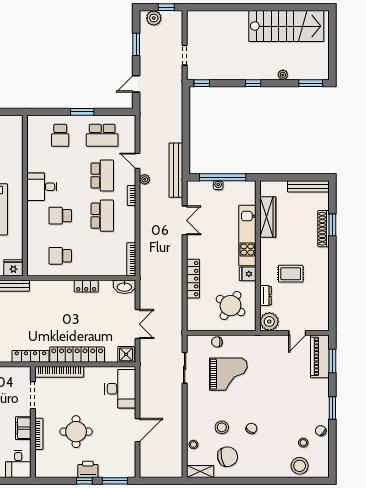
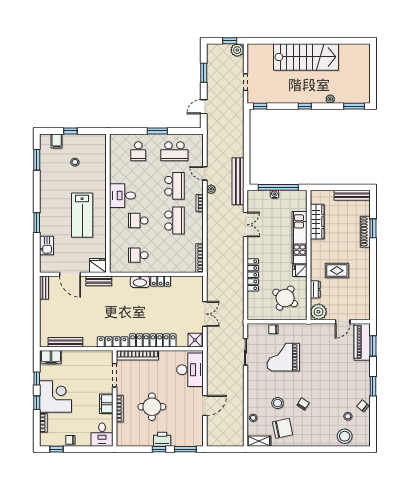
plant: (154, 18) -> (237, 50), moved
stairs: (286, 26) -> (306, 57), moved
washbasin: (124, 287) -> (140, 282), moved
grand piano: (228, 374) -> (283, 357), turned 180

